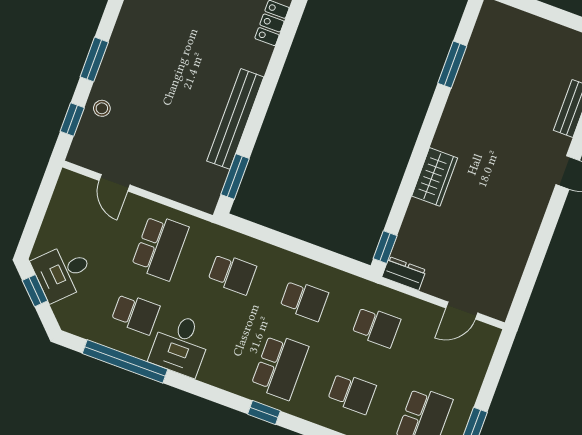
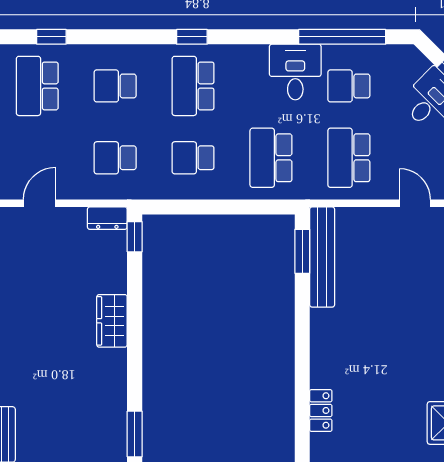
bench: (235, 119) -> (322, 257), moved
school desk: (232, 274) -> (271, 158), width x1.85

